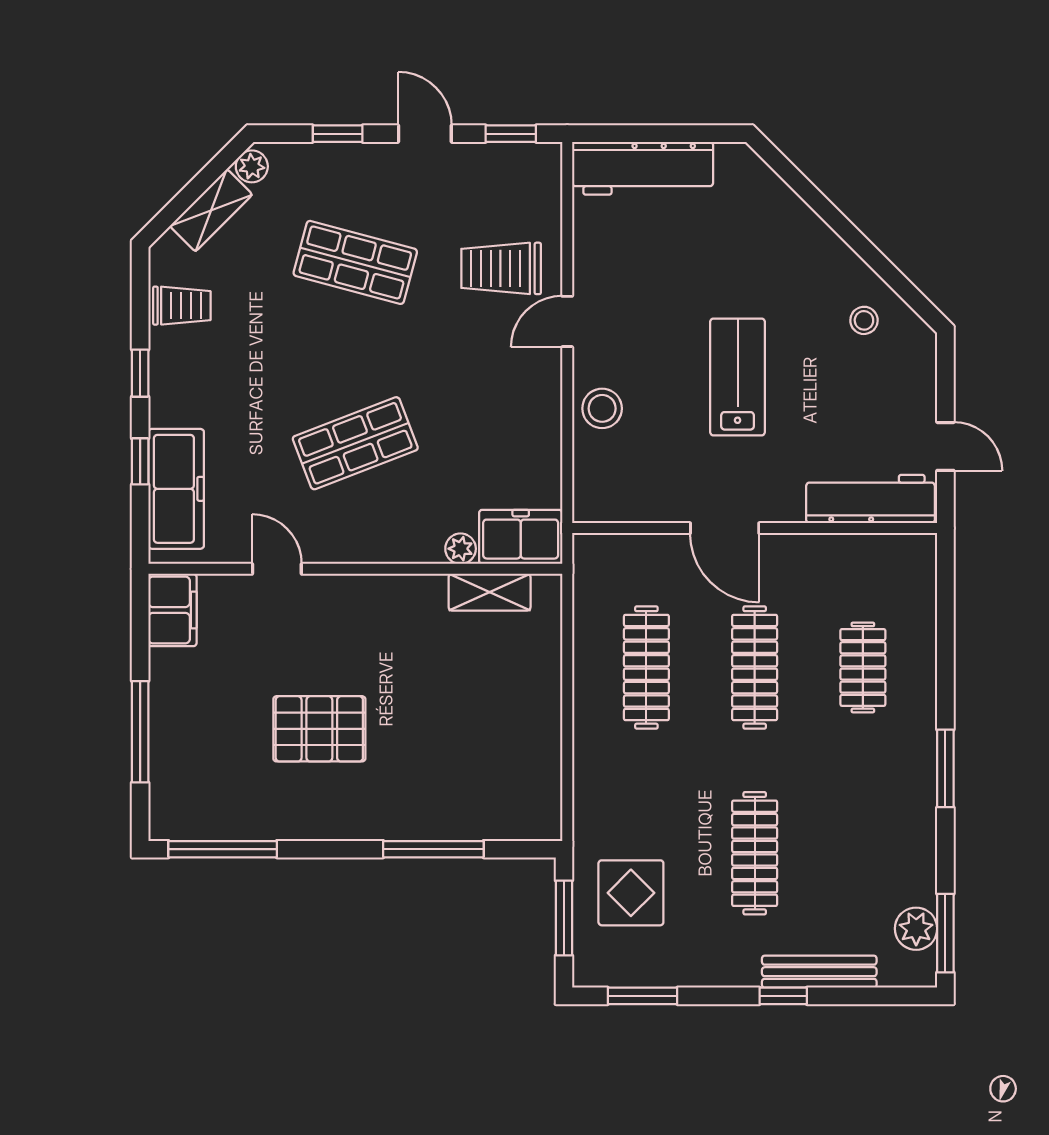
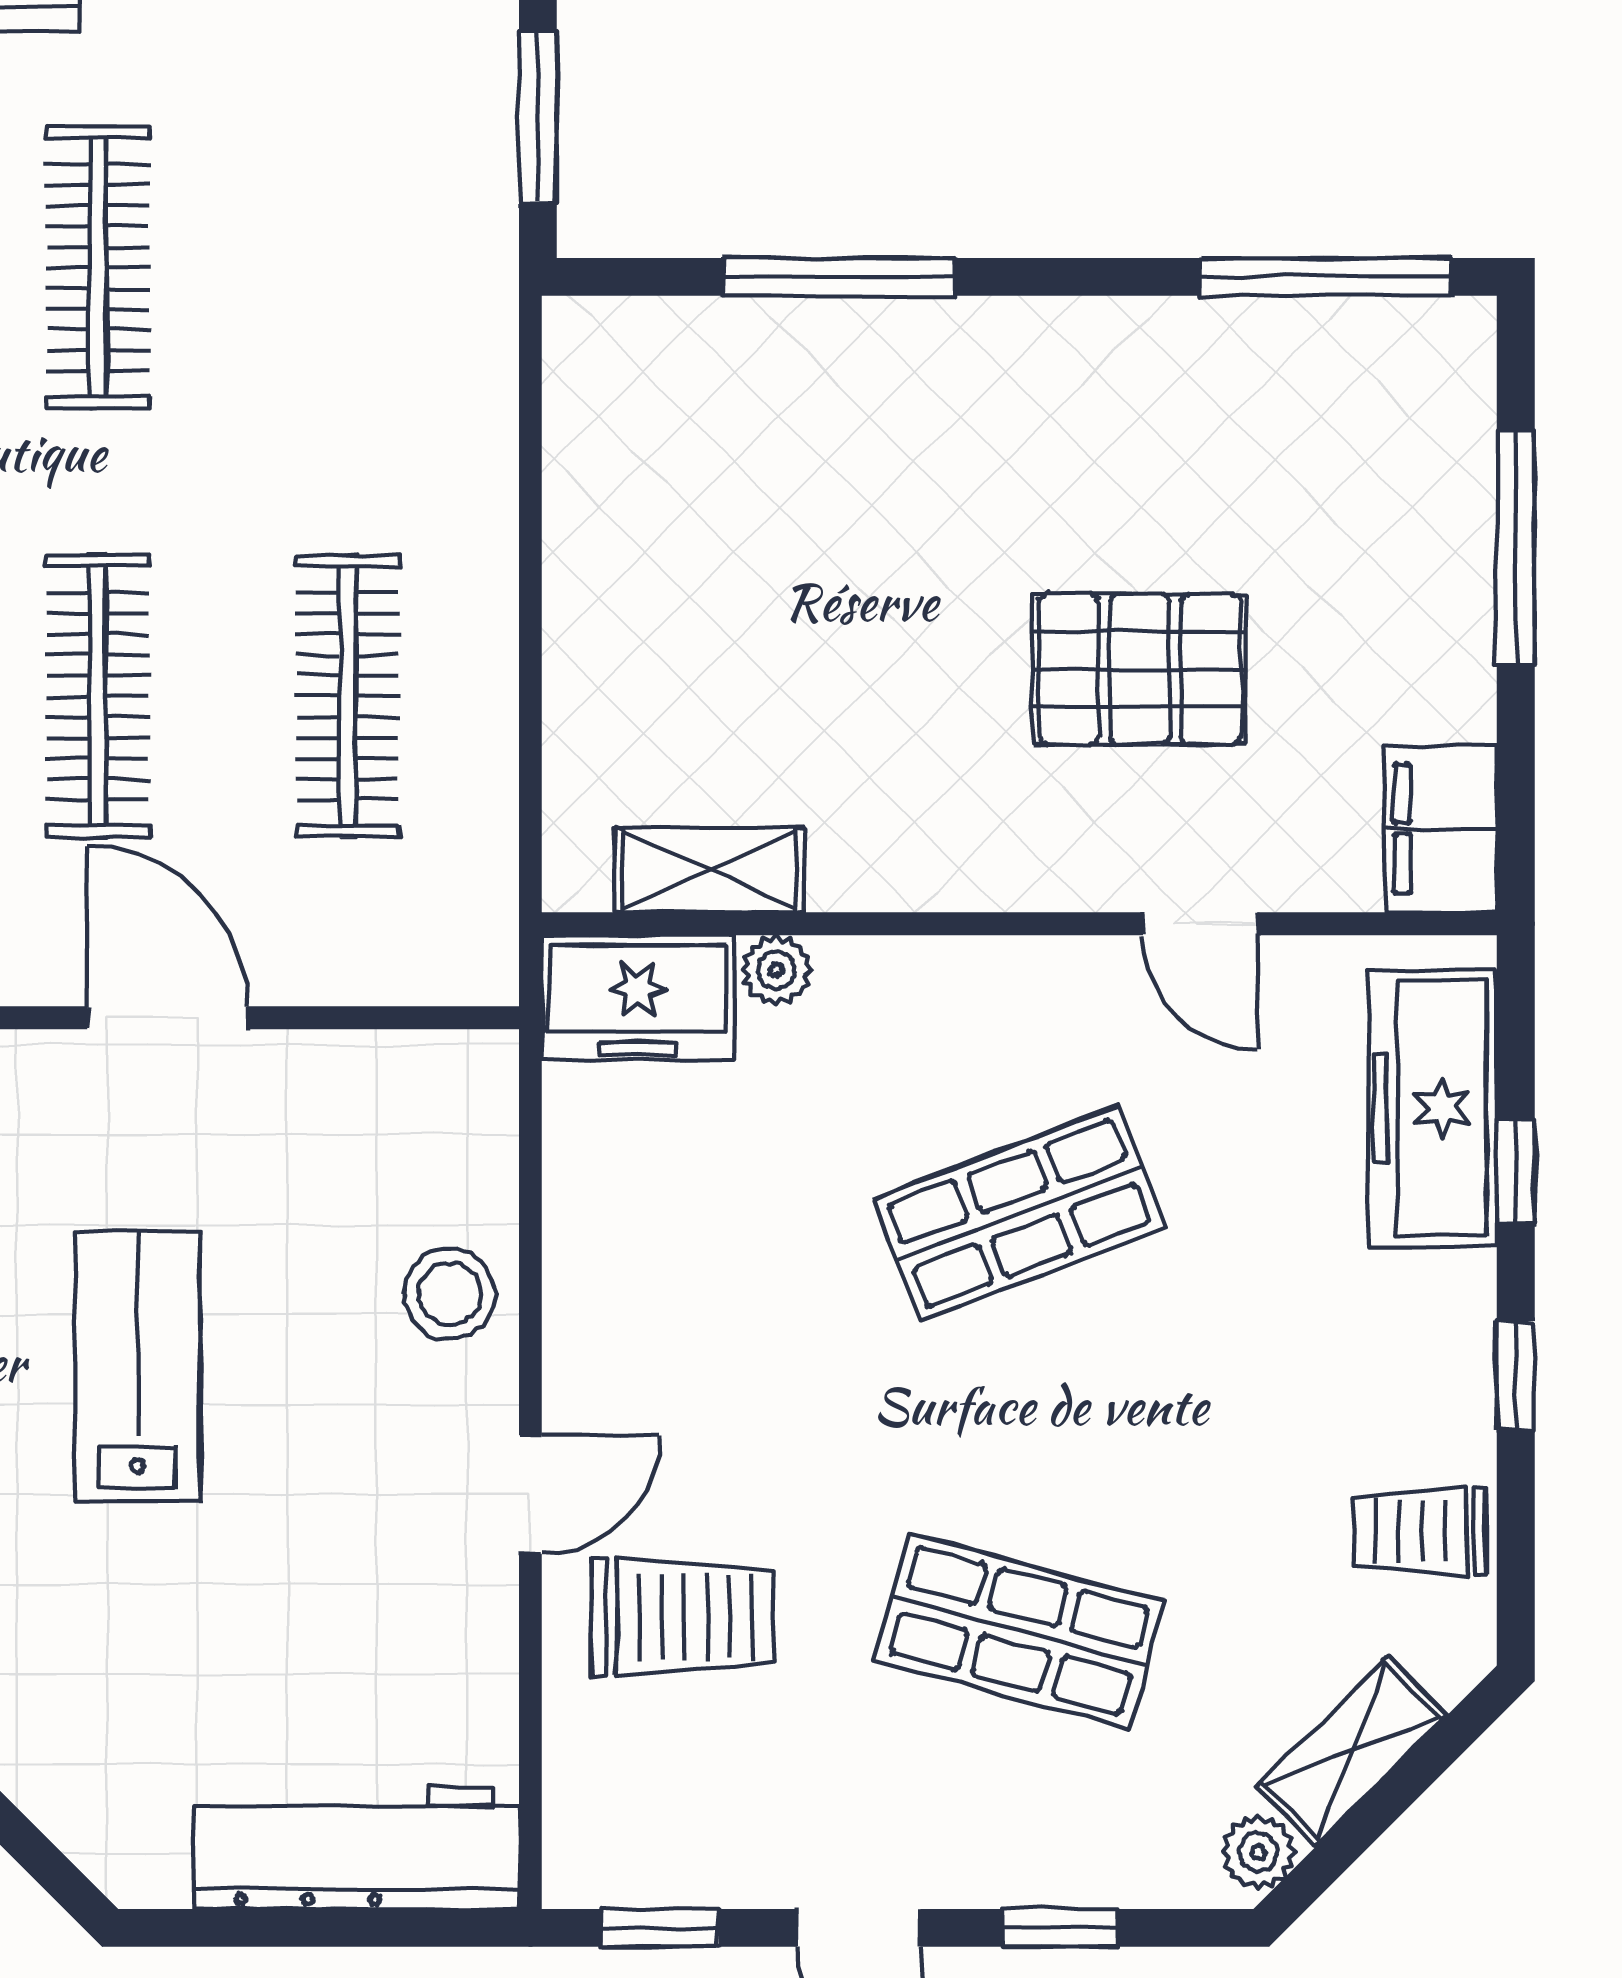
lab bench: (738, 377) -> (137, 1366), turned 180
pallet: (319, 729) -> (1140, 669), moved
display table: (631, 893) -> (383, 176), removed

